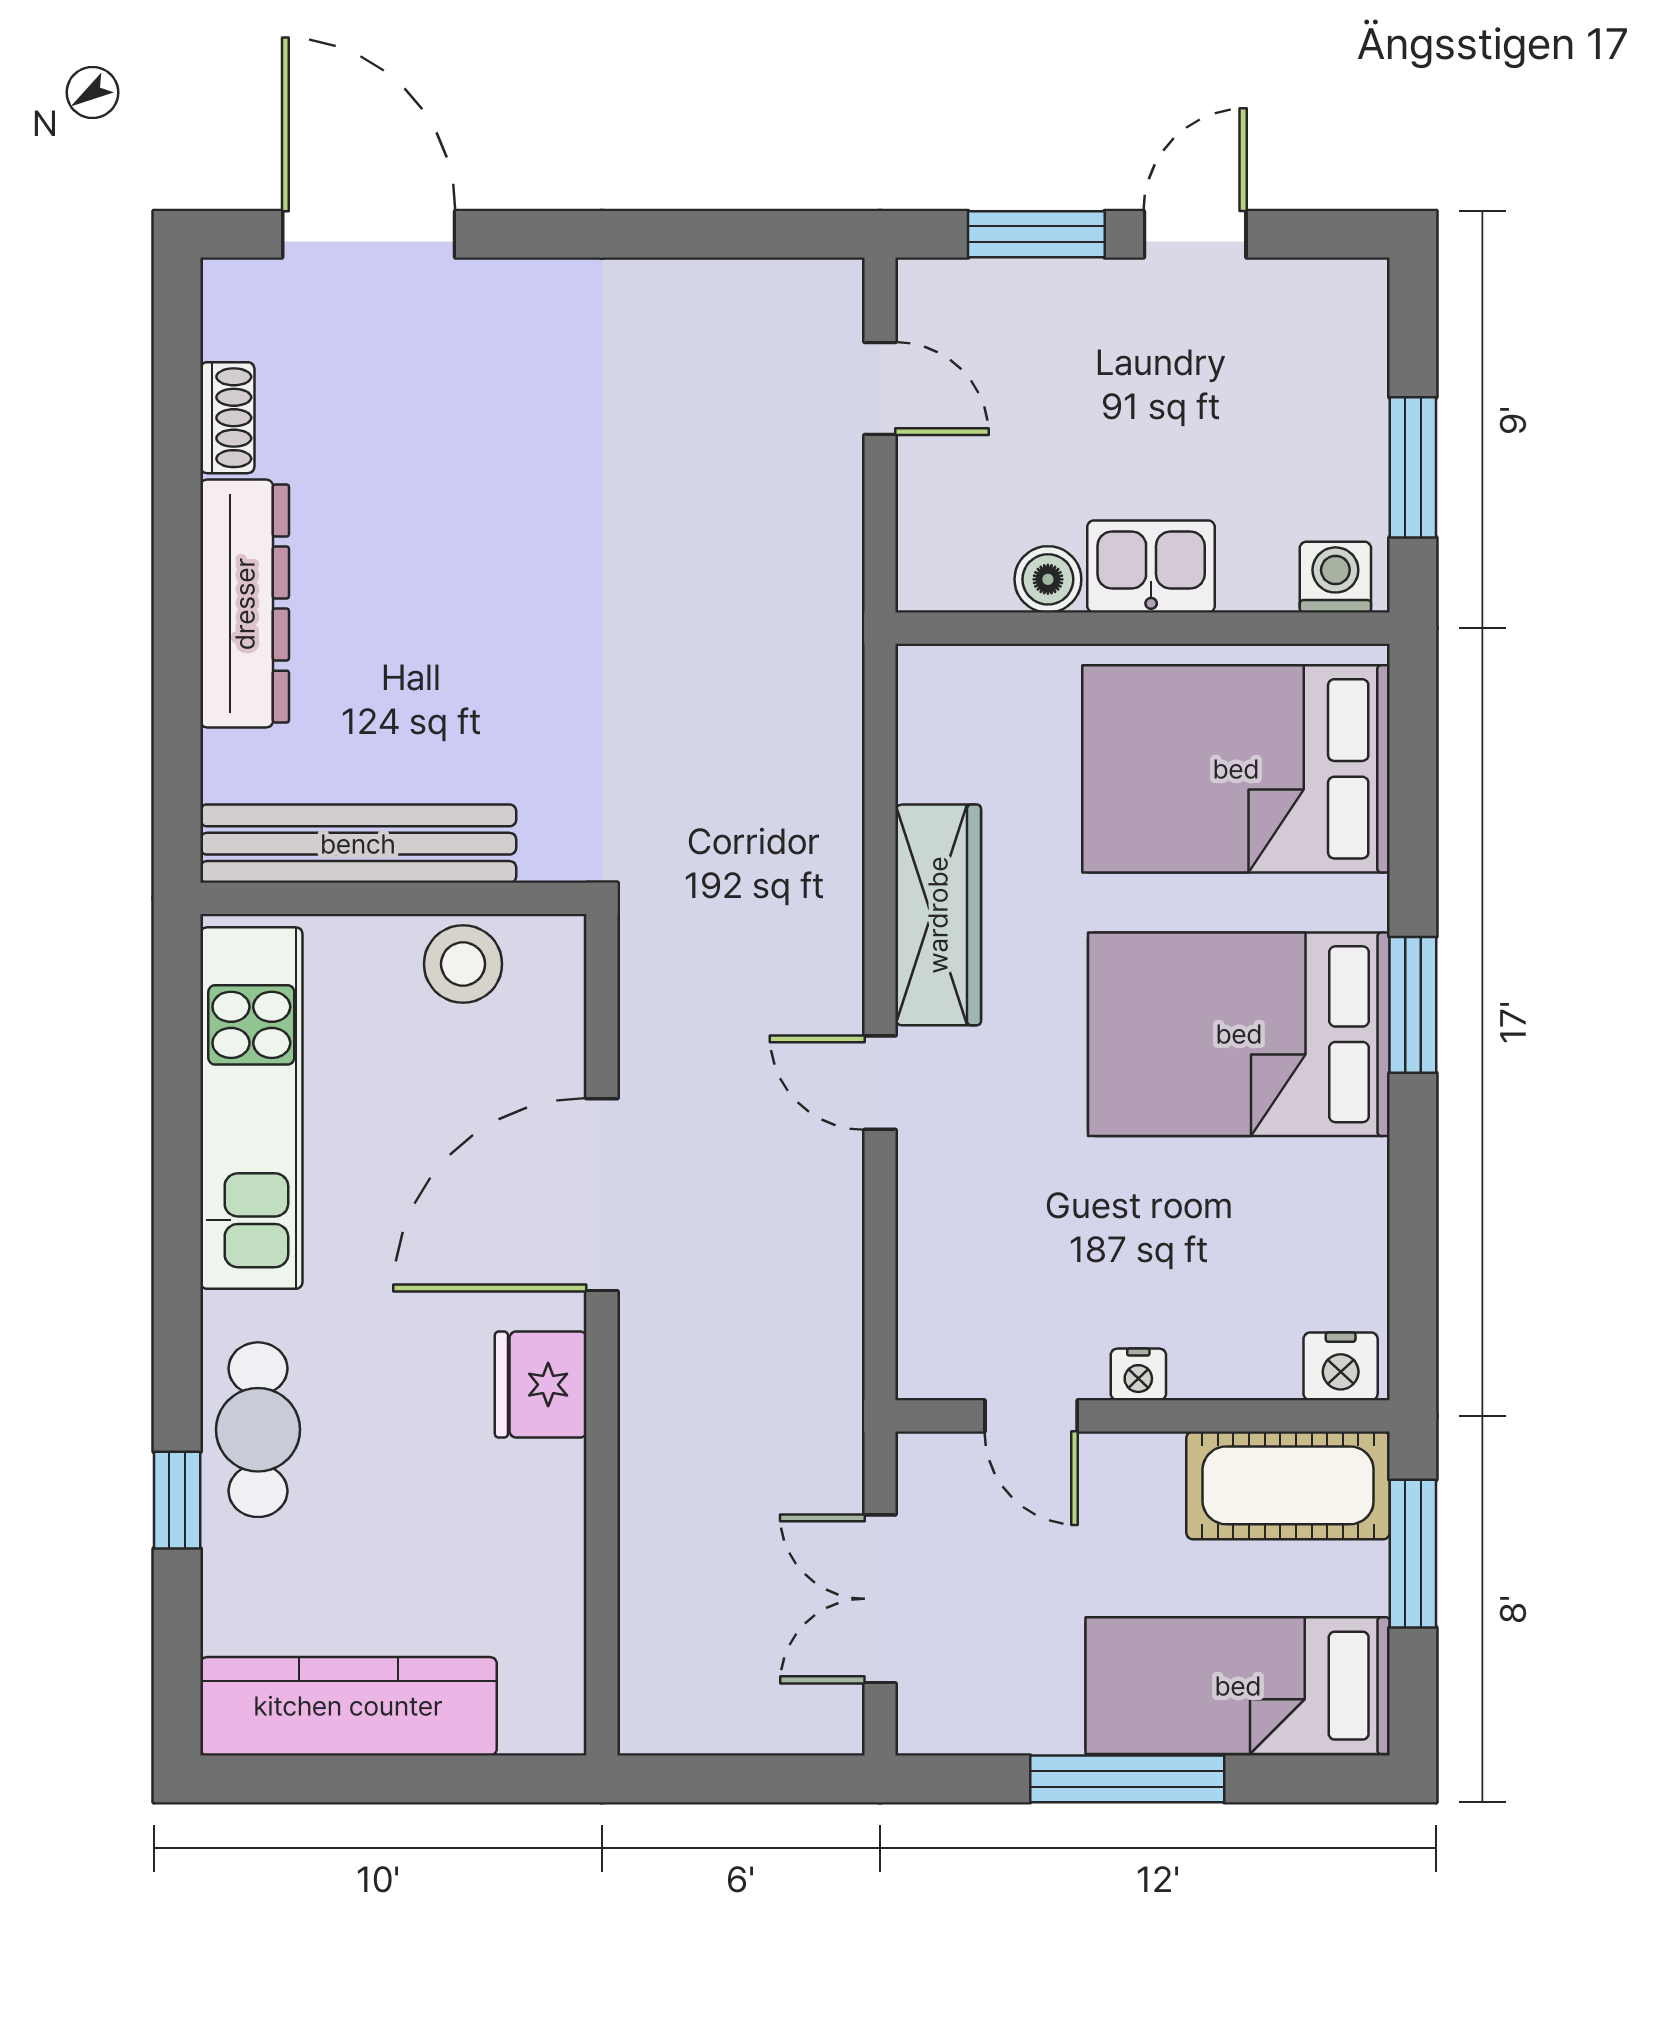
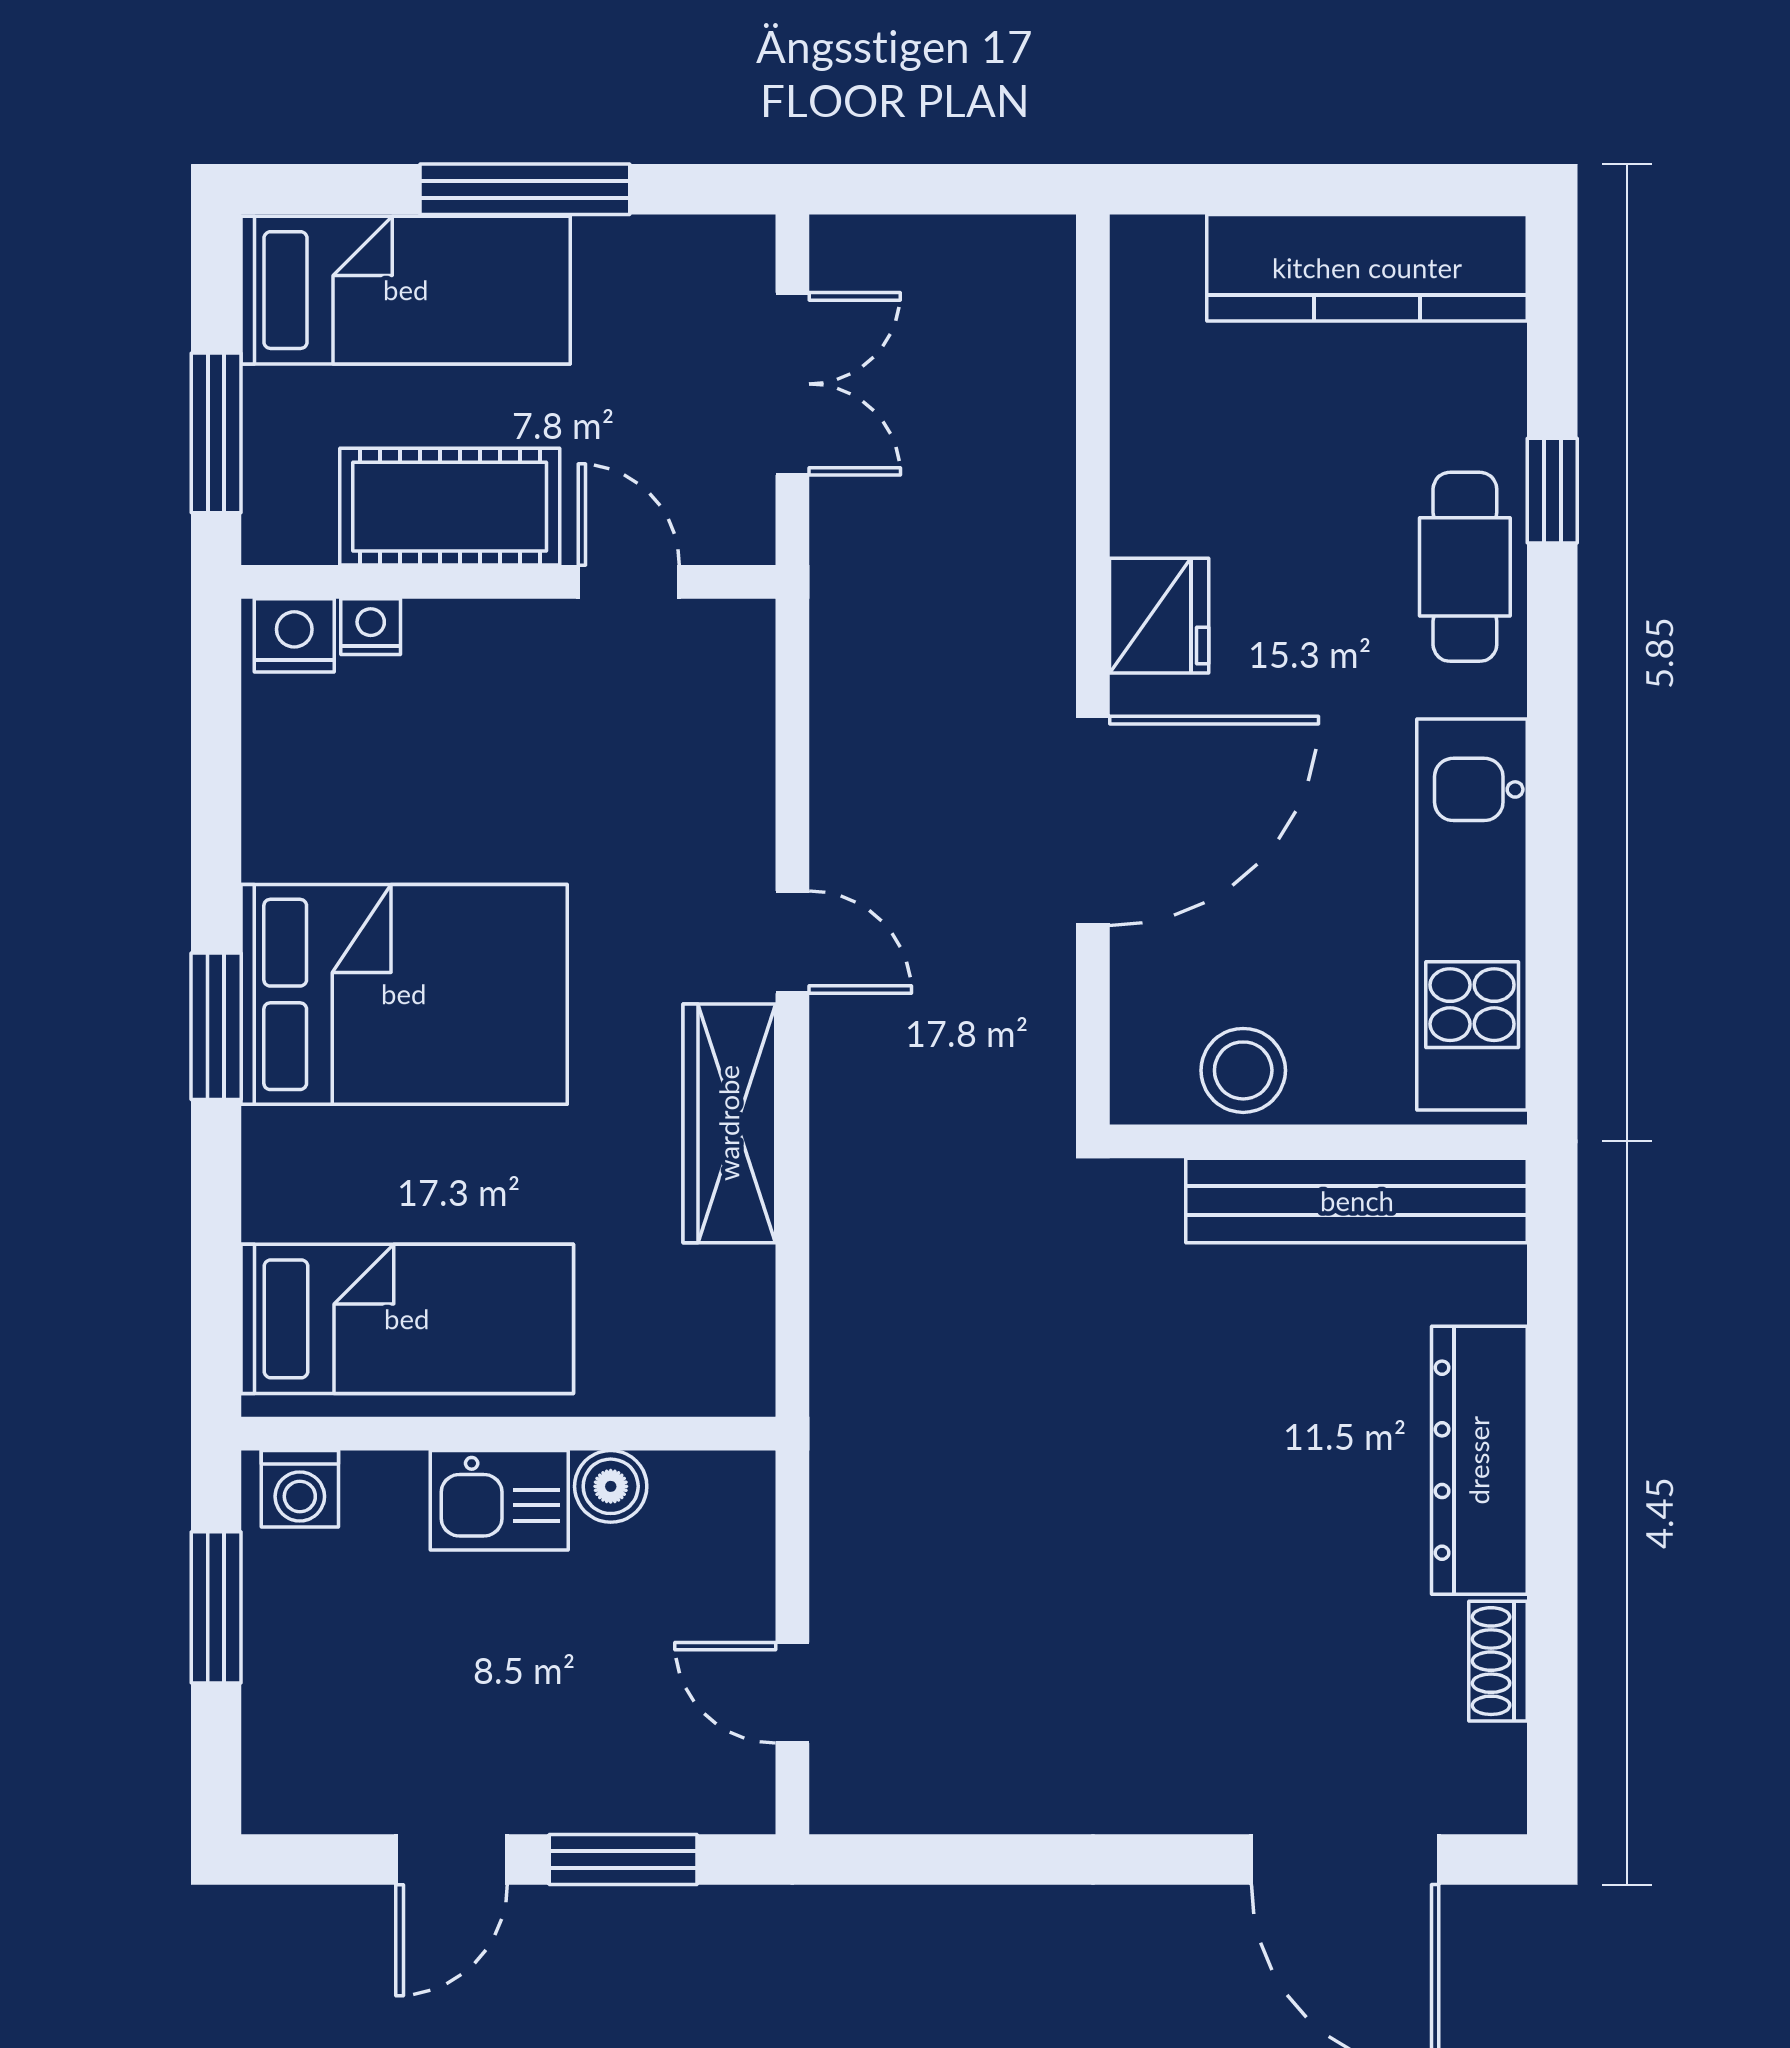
bed: (1236, 769) -> (407, 1319), width x0.67
nightstand: (1138, 1374) -> (371, 627), moved
cot: (1288, 1485) -> (450, 507), moved

